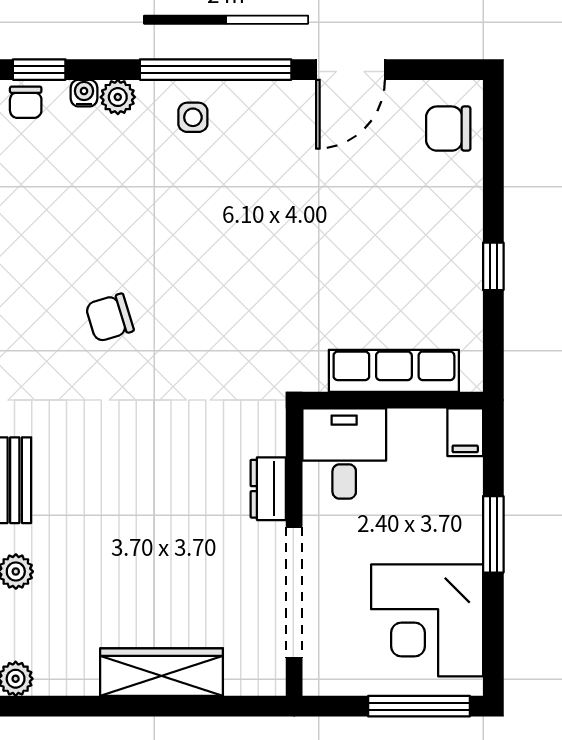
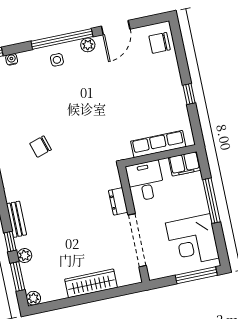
plant: (118, 97) -> (88, 45), moved
filing cabinet: (465, 432) -> (185, 164), width x2.00
window: (493, 534) -> (211, 201), width x1.44

